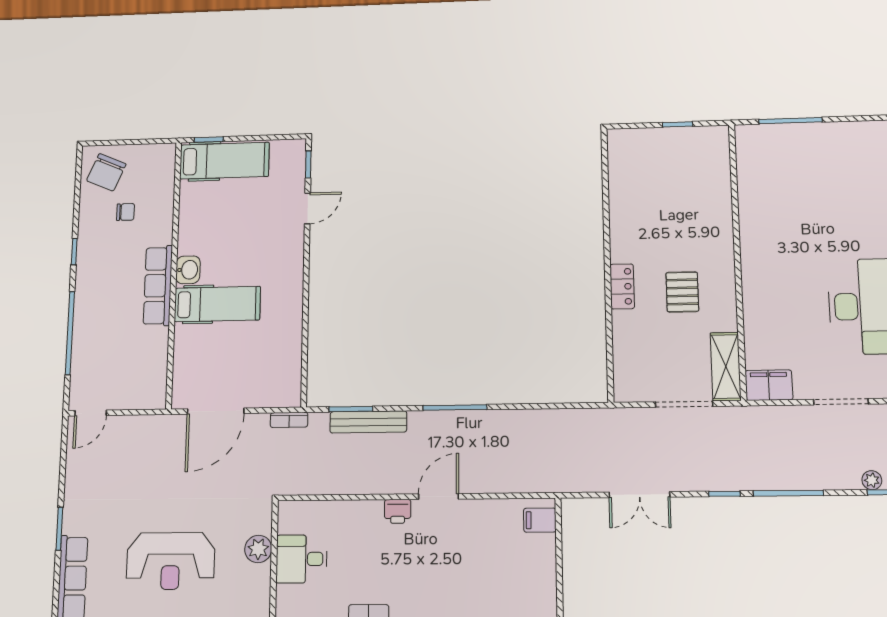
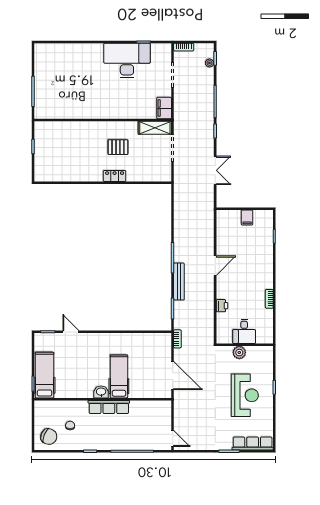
bench: (368, 422) -> (179, 282), moved
door: (438, 496) -> (215, 266), swing flipped
printer: (398, 511) -> (222, 306), moved
filing cabinet: (540, 520) -> (247, 218), moved

